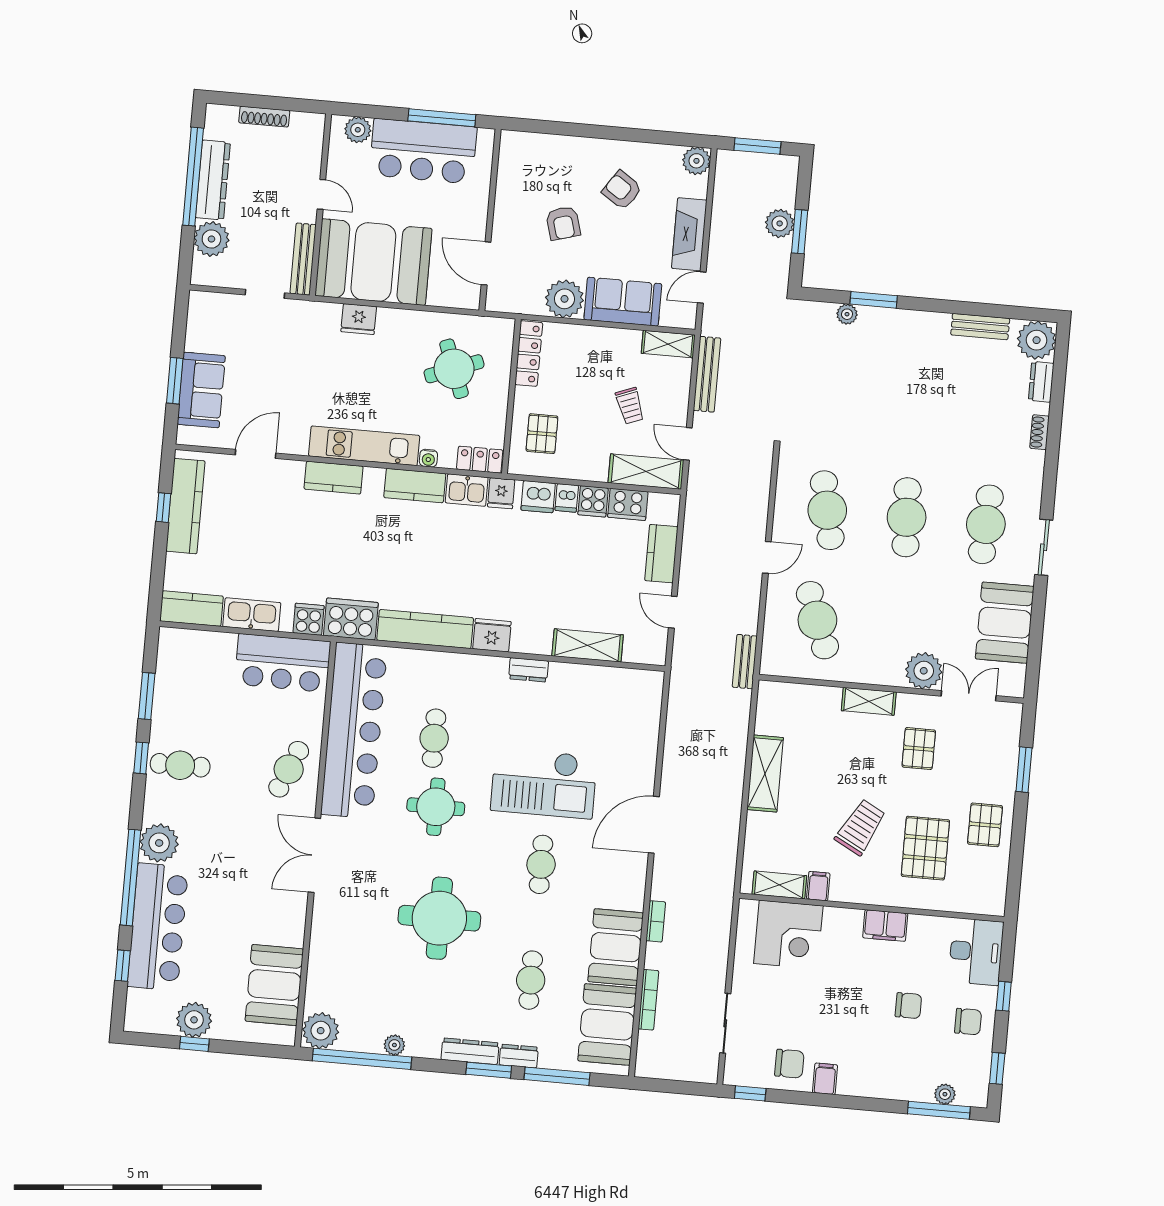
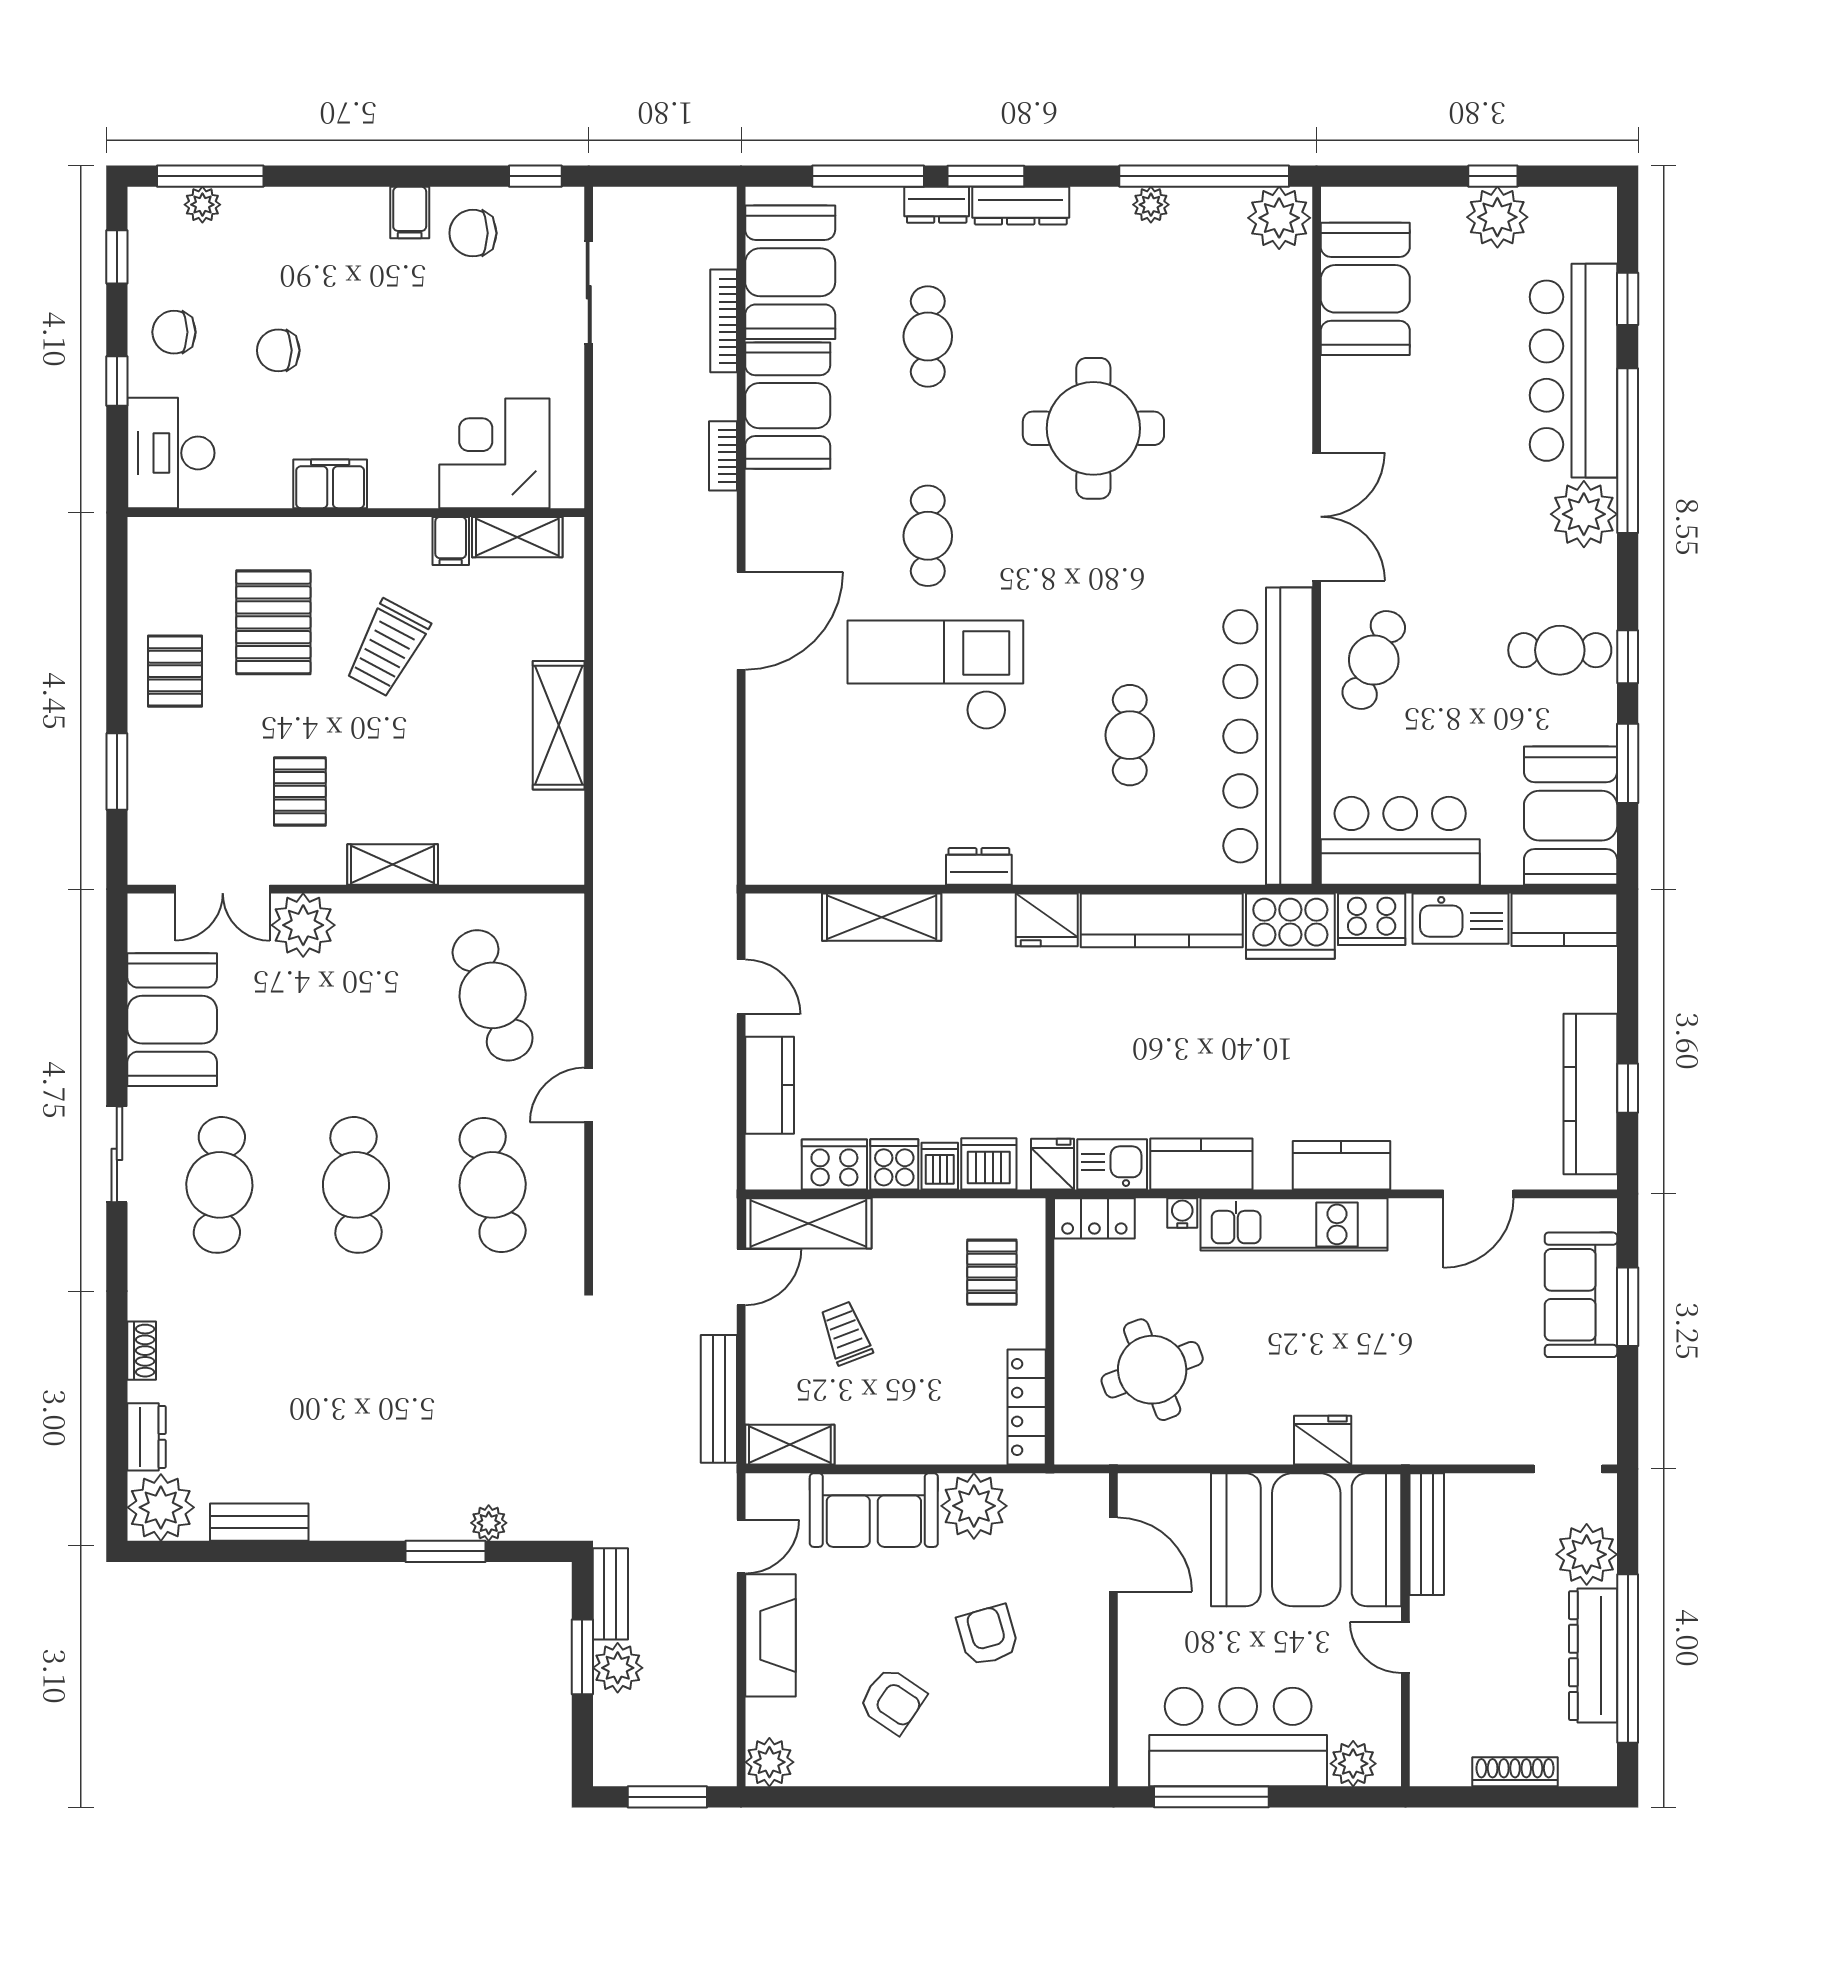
doorway: (265, 294) -> (1568, 1469), moved
door: (688, 444) -> (741, 1277), hinge flipped
cooker: (309, 619) -> (1372, 919), width x1.36
bench: (745, 662) -> (610, 1594), moved
booth: (182, 669) -> (1571, 816), added
round table: (436, 807) -> (1116, 618), removed

